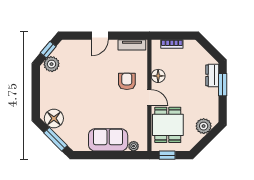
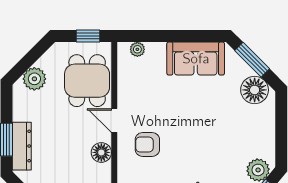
dresser: (212, 75) -> (22, 146), width x1.44
armchair: (127, 81) -> (147, 144), turned 90
sofa: (108, 140) -> (196, 59), moved

